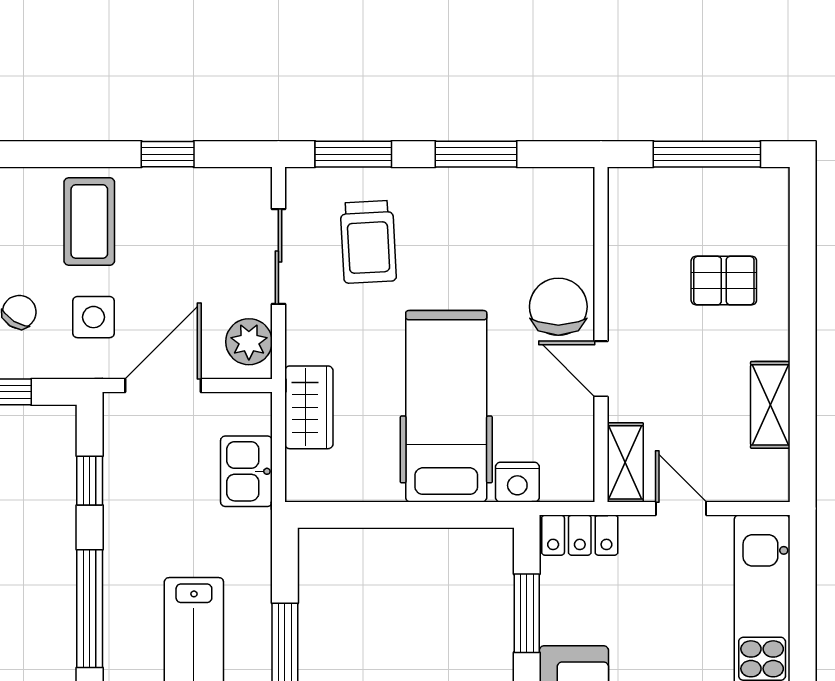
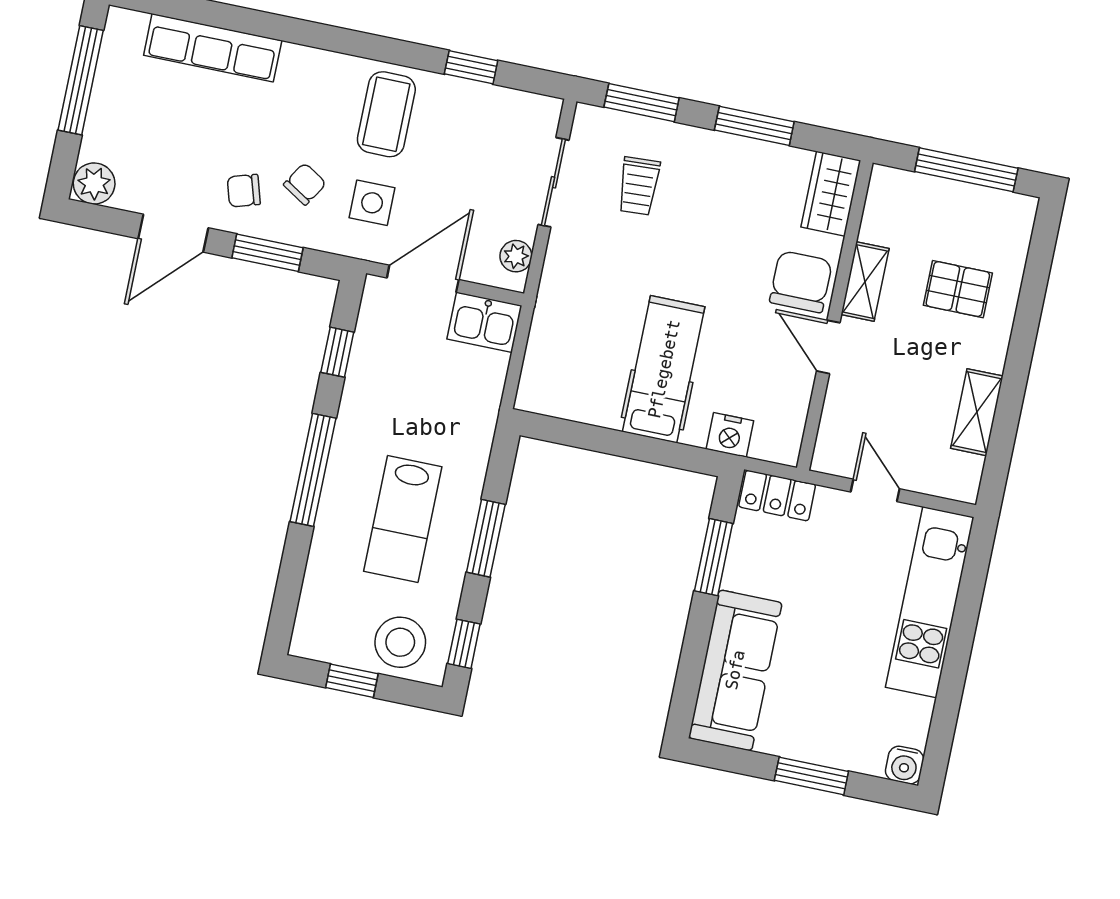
trolley: (368, 242) -> (639, 186), width x0.73, depth x0.72
plant: (249, 342) -> (516, 256), width x0.73, depth x0.73
hospital bed: (446, 406) -> (664, 369), width x0.73, depth x0.78
wardrobe: (309, 407) -> (831, 194), moved, turned 180
shelving: (625, 462) -> (865, 282), moved
kitchen sink: (246, 471) -> (484, 322), moved, turned -90

